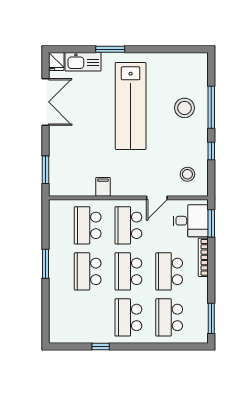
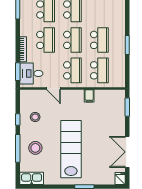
kitchen sink: (83, 62) -> (32, 178), moved
stool: (187, 174) -> (35, 117), moved
door: (157, 198) -> (54, 88), swing flipped

